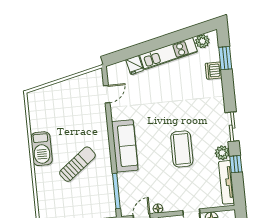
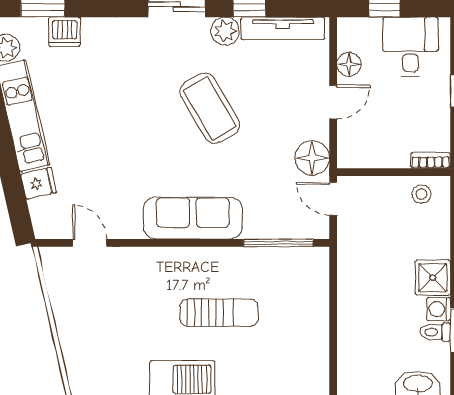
coffee table: (182, 149) -> (210, 108), turned 60
sun lounger: (77, 164) -> (219, 313), turned 128
floor lamp: (158, 209) -> (312, 158), width x1.89, depth x1.89

